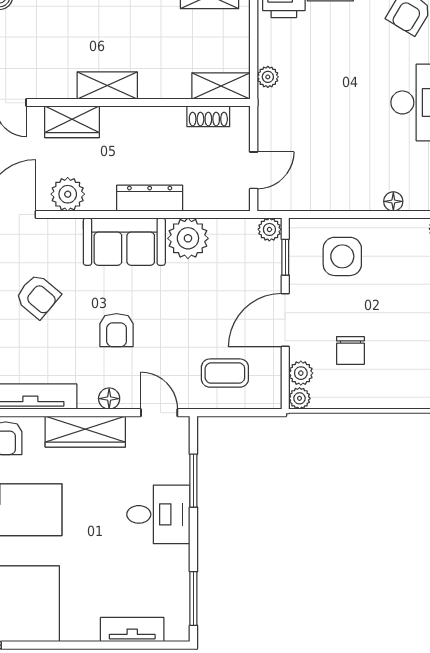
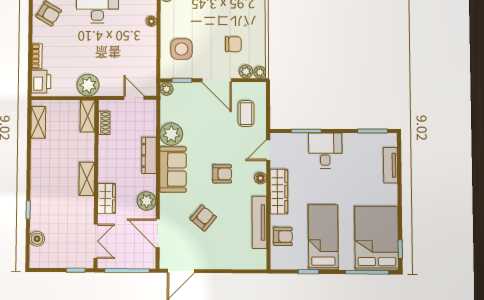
plant: (268, 77) -> (88, 85), width x1.87, depth x1.87

